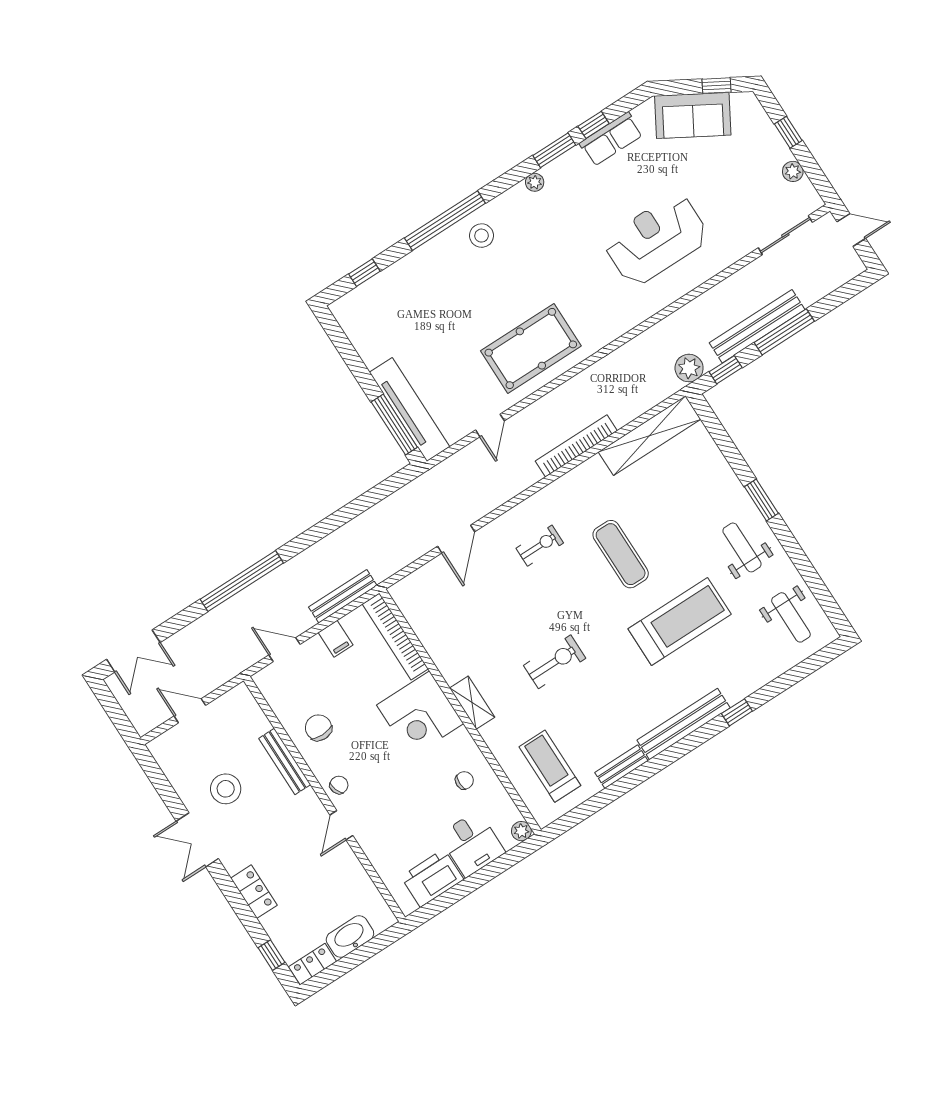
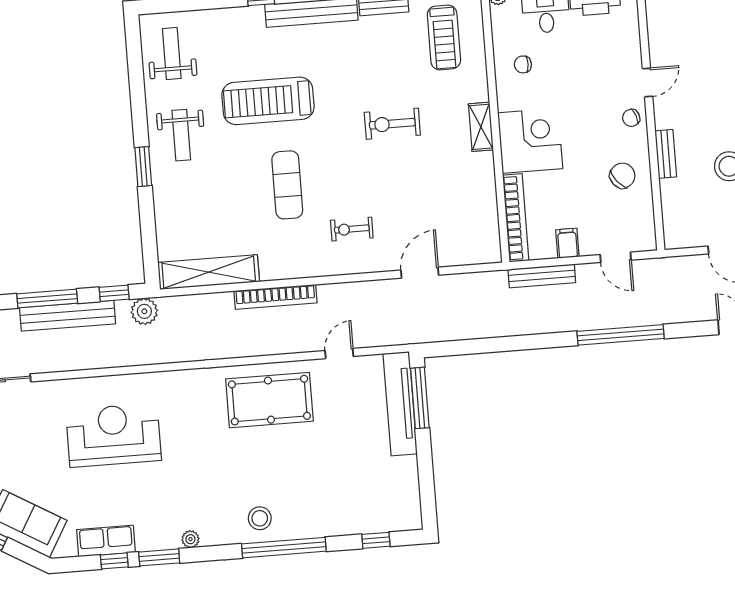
reception desk: (656, 240) -> (114, 435), turned 180
chair: (318, 728) -> (622, 176), turned -129
bench: (285, 761) -> (666, 154), width x0.73

